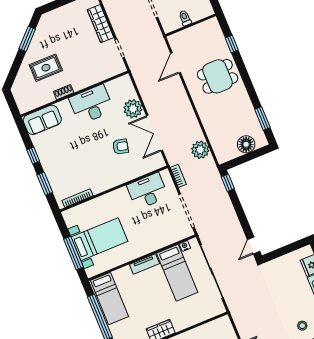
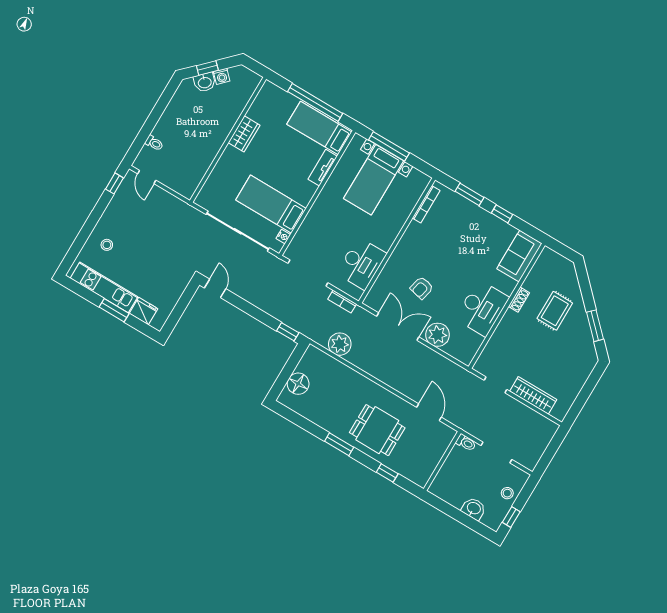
toilet: (185, 18) -> (466, 443), moved
dining table: (218, 76) -> (377, 430), turned 90
window: (262, 118) -> (339, 444), moved
tv unit: (144, 264) -> (323, 168), moved

